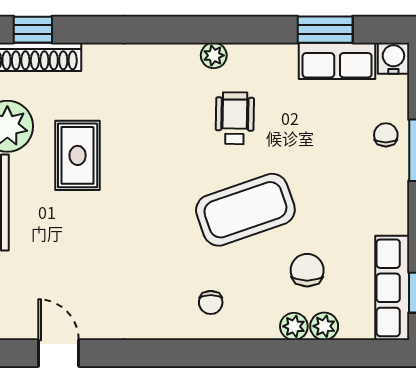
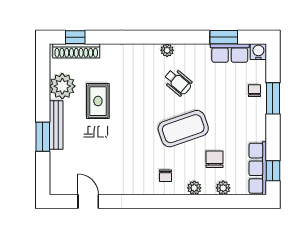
wheelchair: (235, 118) -> (178, 82), turned 129
plant: (294, 326) -> (194, 188), moved

